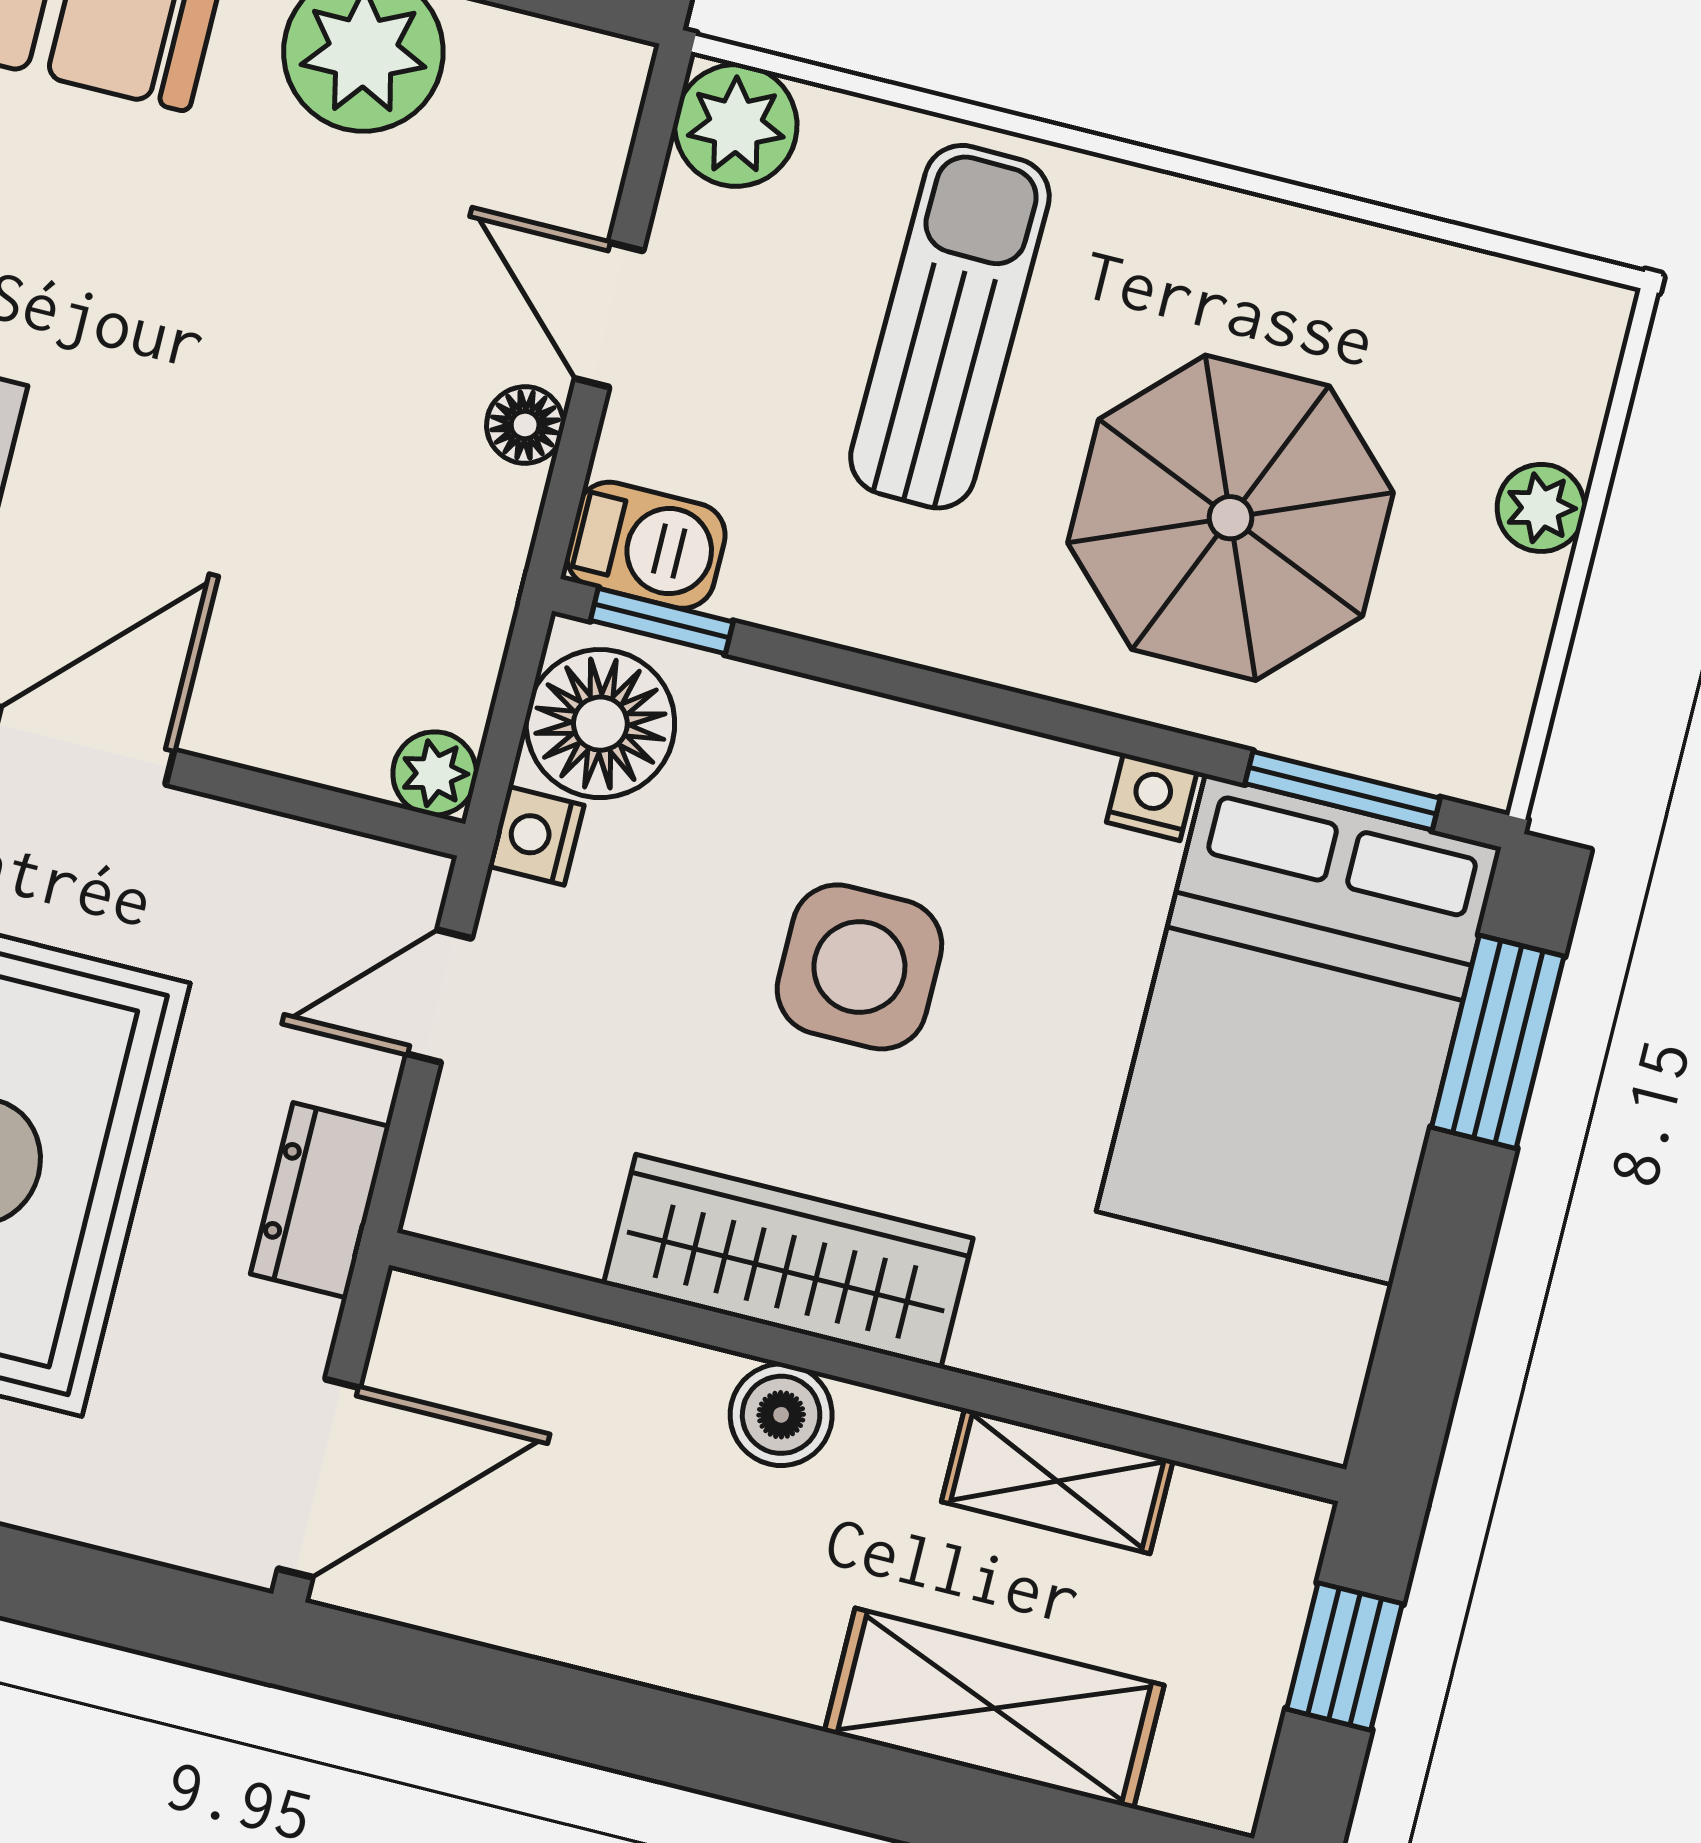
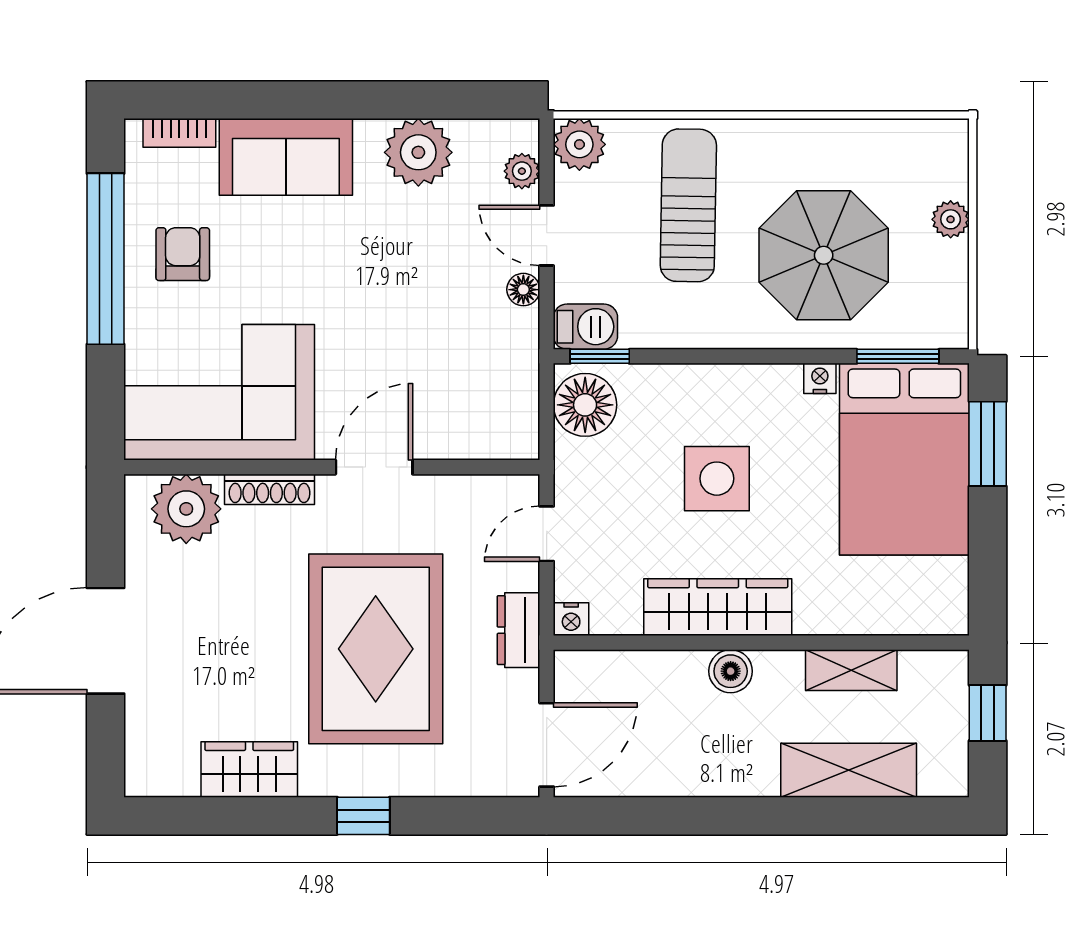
plant: (435, 773) -> (522, 171), moved
nightstand: (536, 836) -> (571, 619), moved, turned -90

